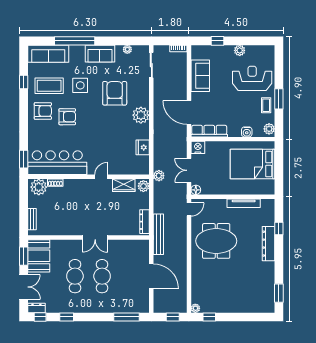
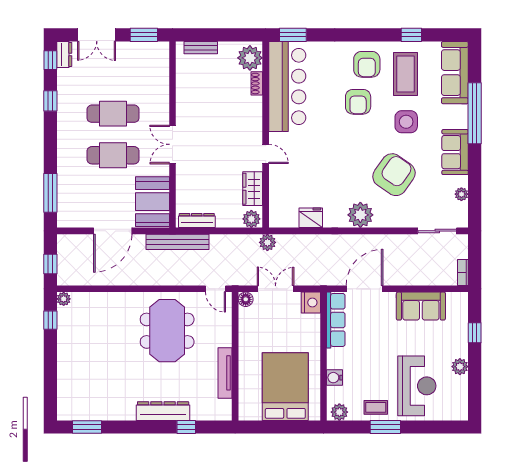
armchair: (115, 93) -> (394, 175), turned -55
booth: (39, 256) -> (152, 202), moved, turned 90

